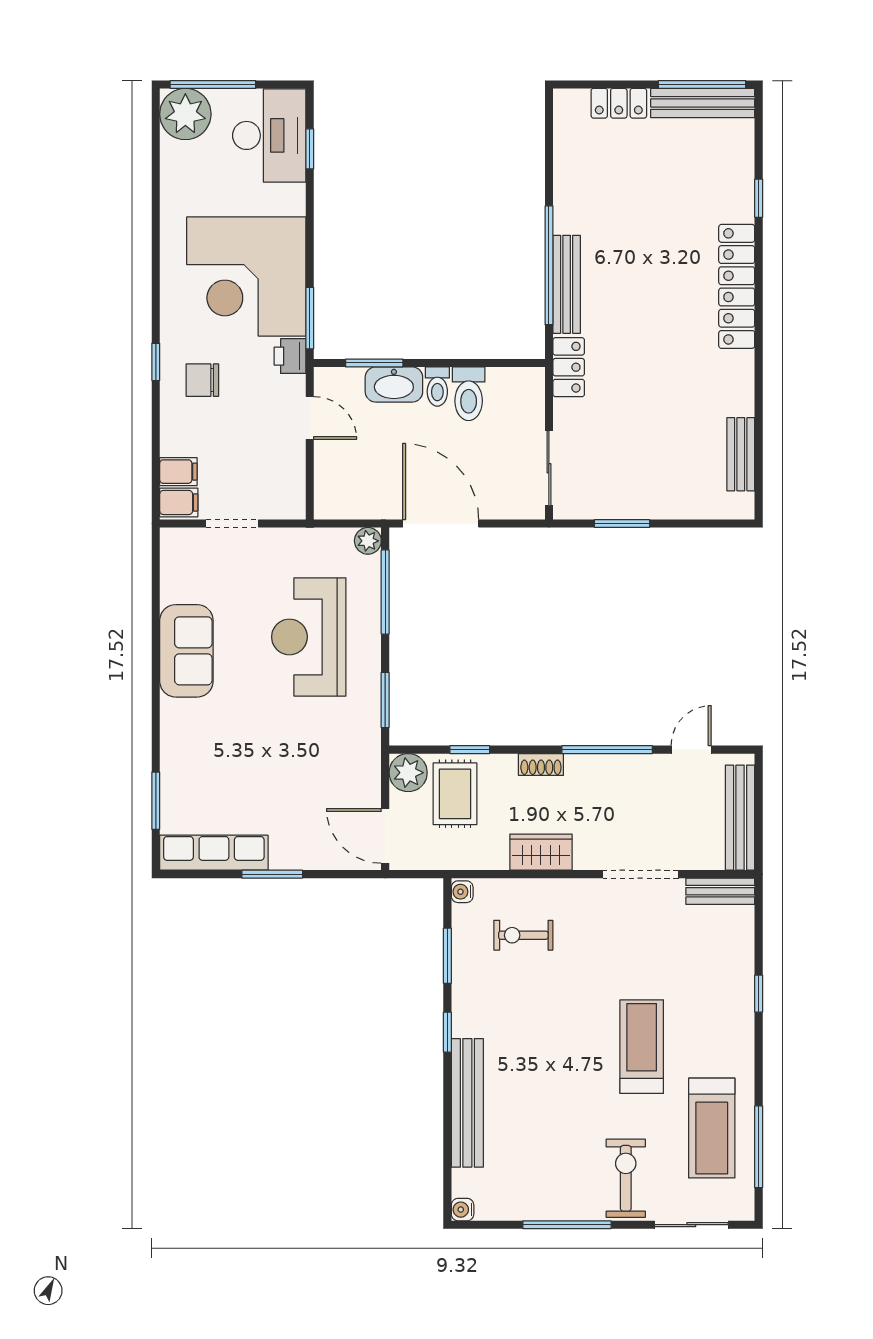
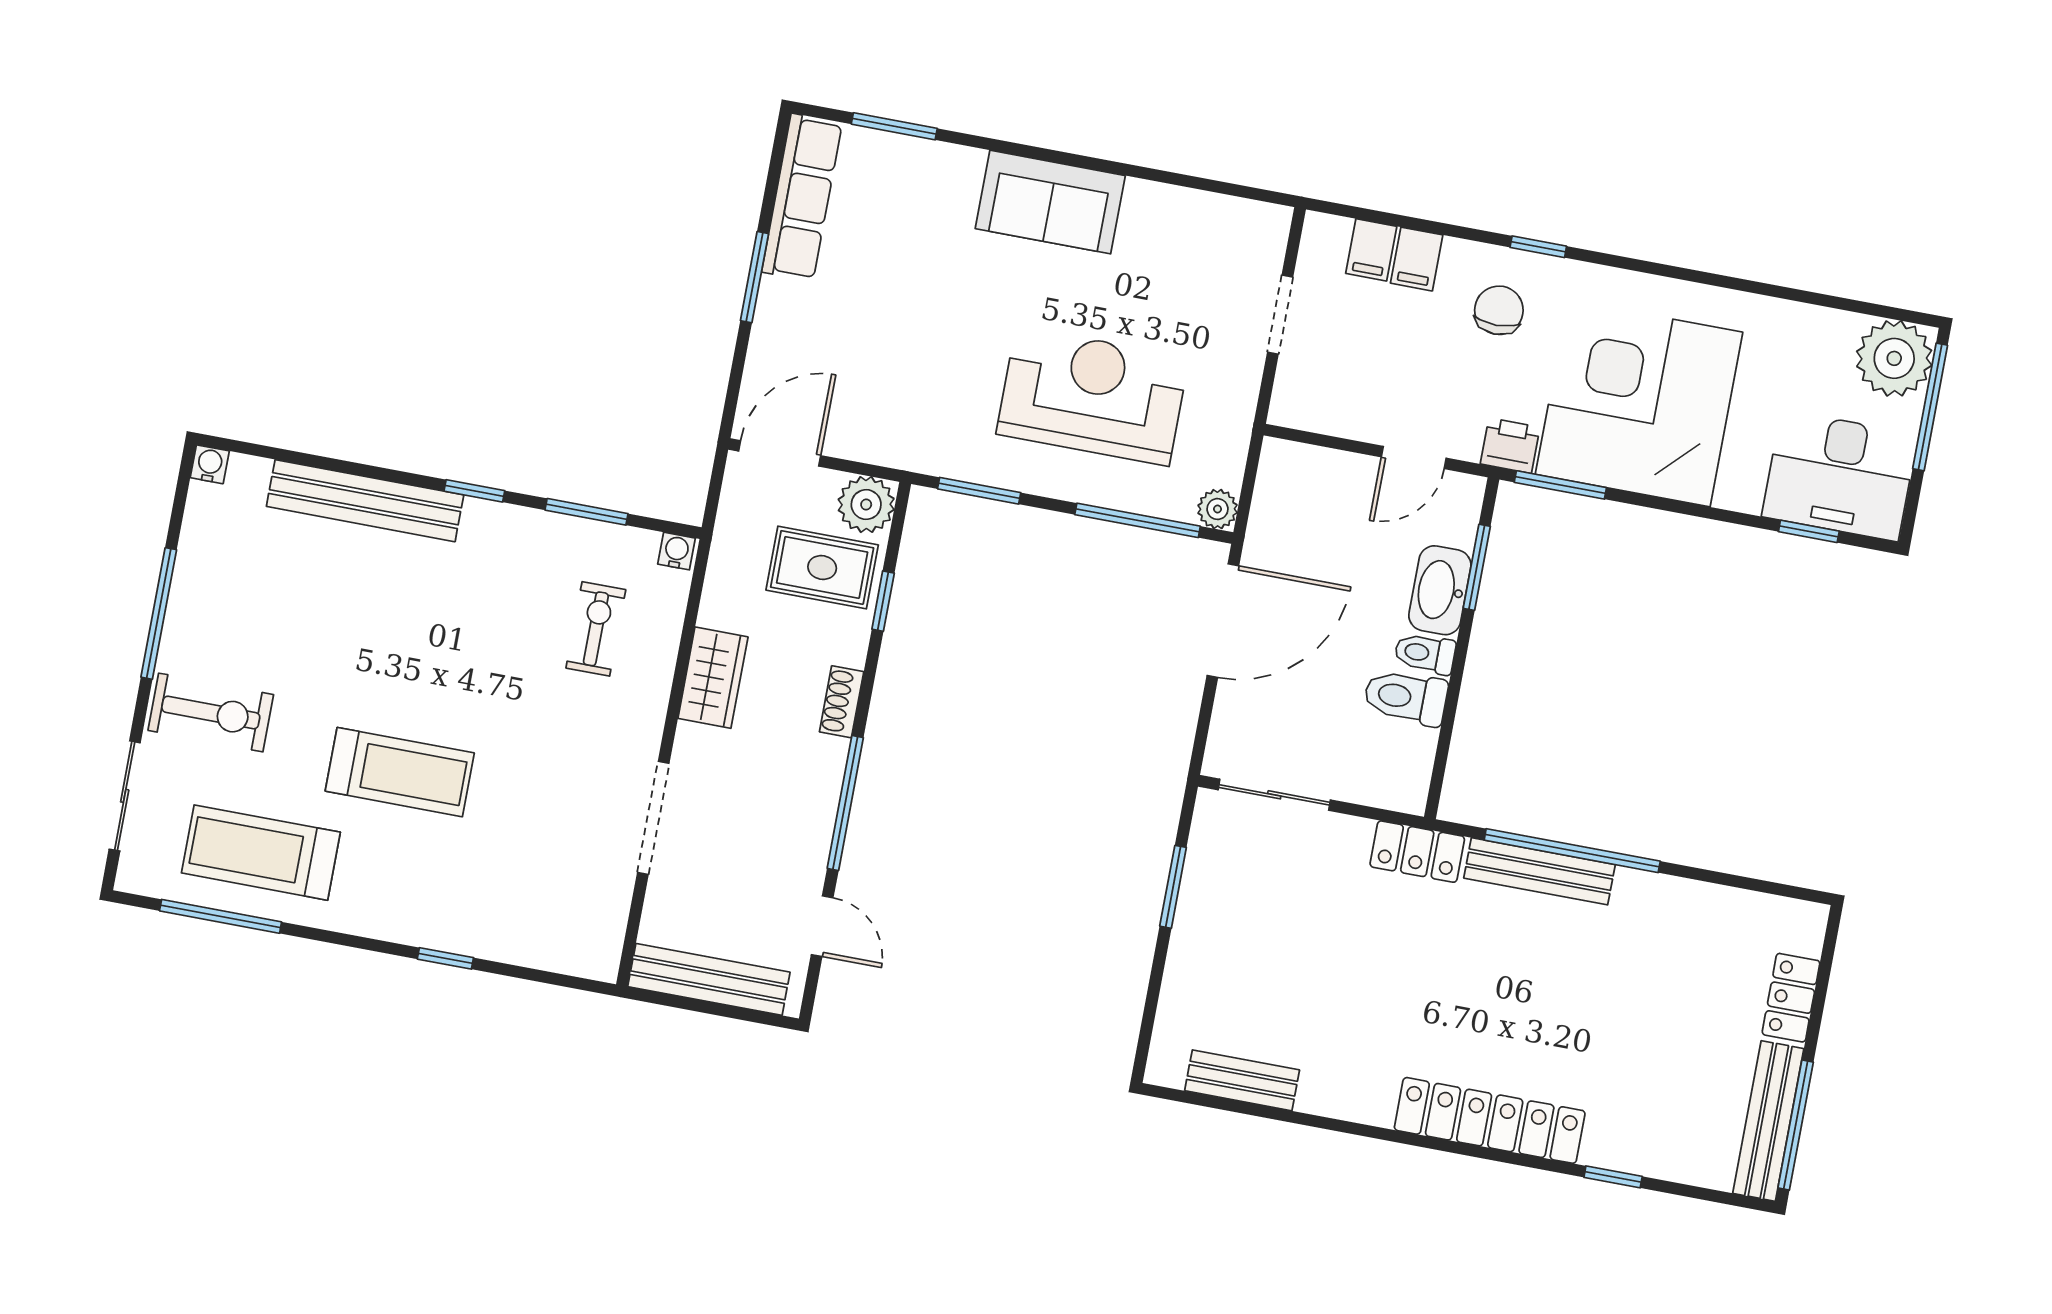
filing cabinet: (179, 502) -> (1417, 259), moved
sofa: (186, 651) -> (1050, 202), moved
bench: (720, 891) -> (606, 930), removed

